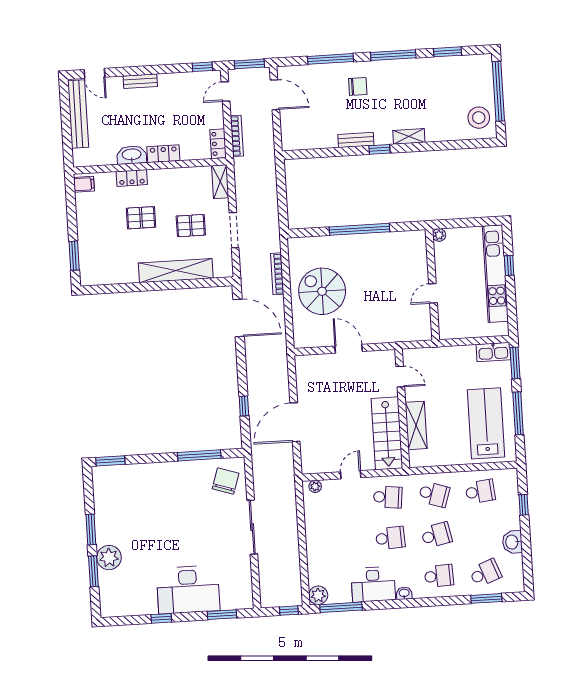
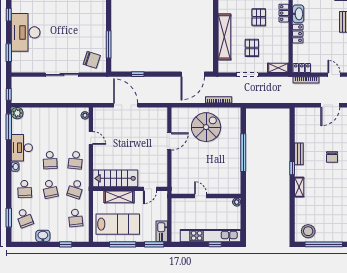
door: (400, 377) -> (150, 189), moved
wall: (402, 409) -> (130, 189), moved
shelving: (416, 425) -> (119, 197), moved
stairs: (387, 433) -> (115, 178), moved

